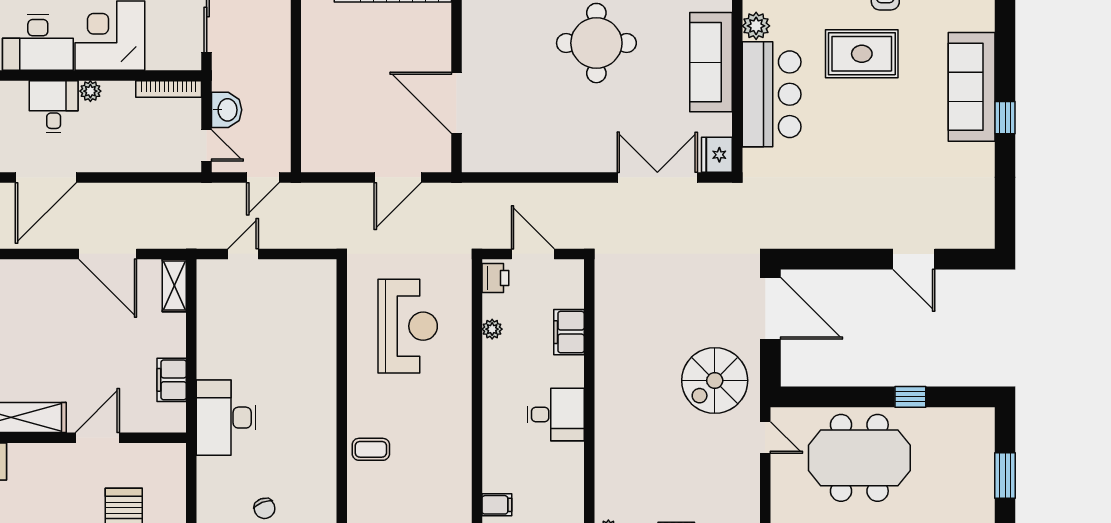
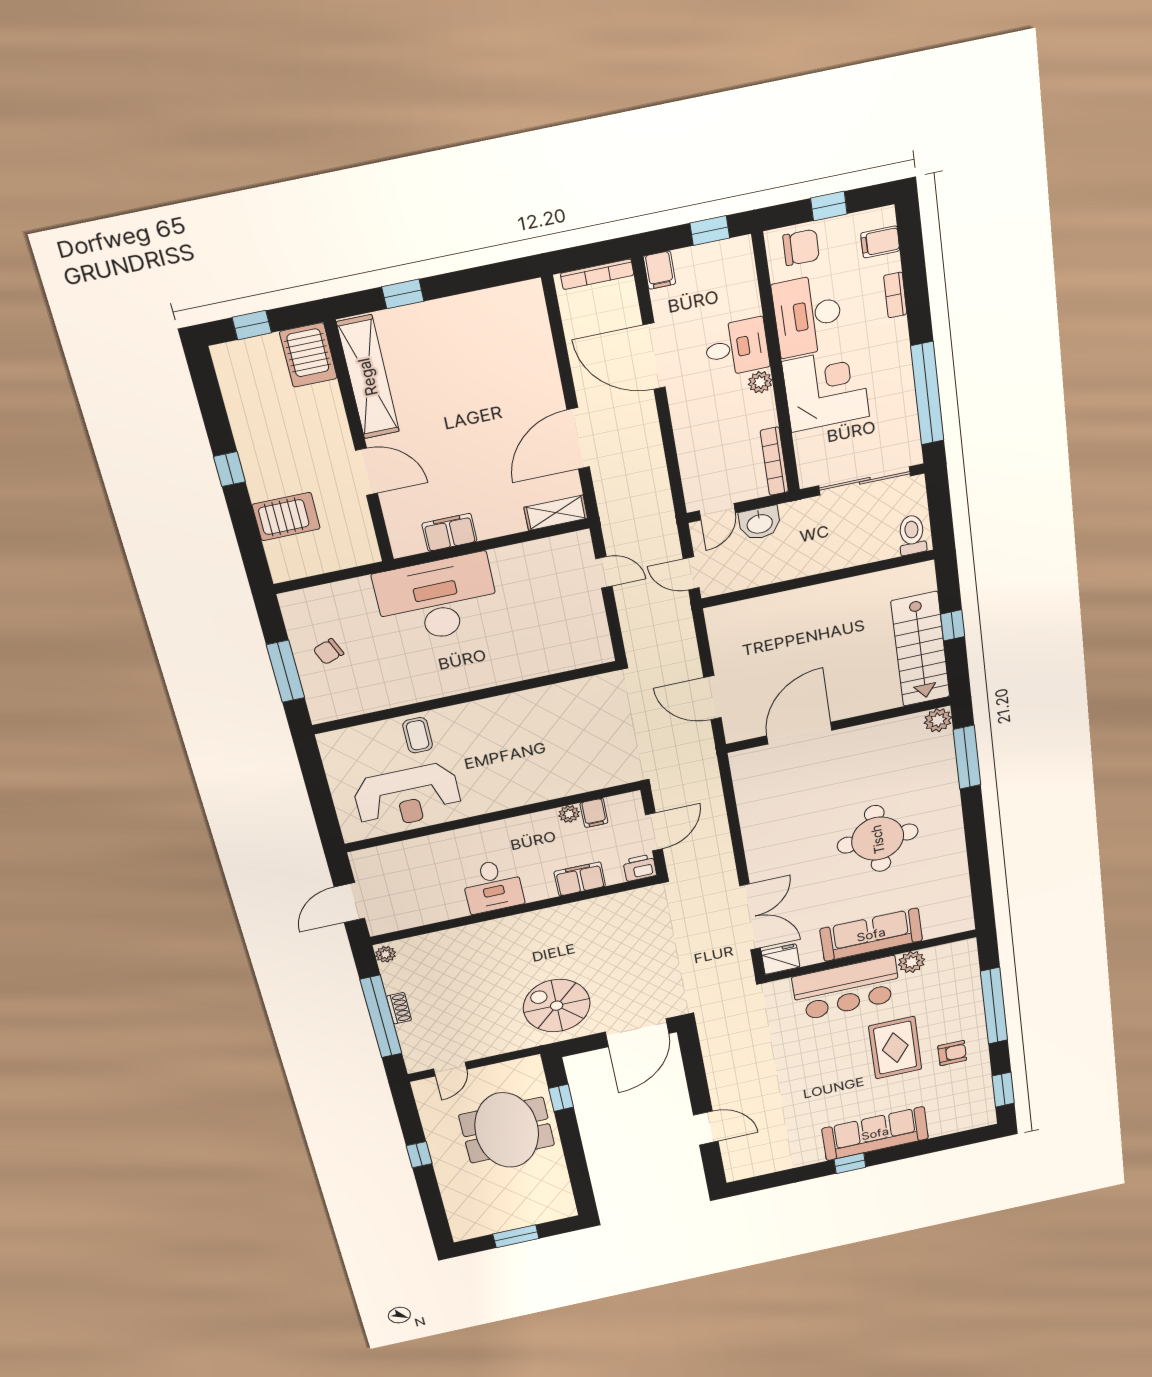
door: (914, 259) -> (706, 1128), swing flipped
printer: (495, 278) -> (640, 868), moved, turned 180
reception desk: (408, 326) -> (407, 796), moved
window: (910, 397) -> (561, 1098), moved
desk: (226, 418) -> (437, 599), width x1.36, depth x1.30
door: (765, 438) -> (450, 1069), moved
filing cabinet: (497, 505) -> (594, 813), moved

